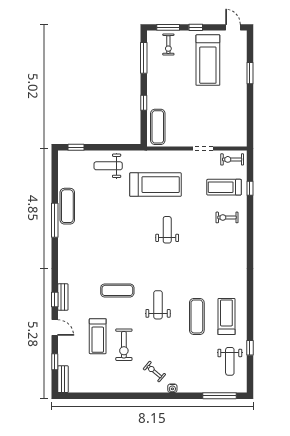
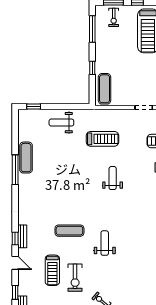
treadmill: (155, 185) -> (102, 139), width x0.73, depth x0.73
exercise mat: (197, 316) -> (138, 253), removed

